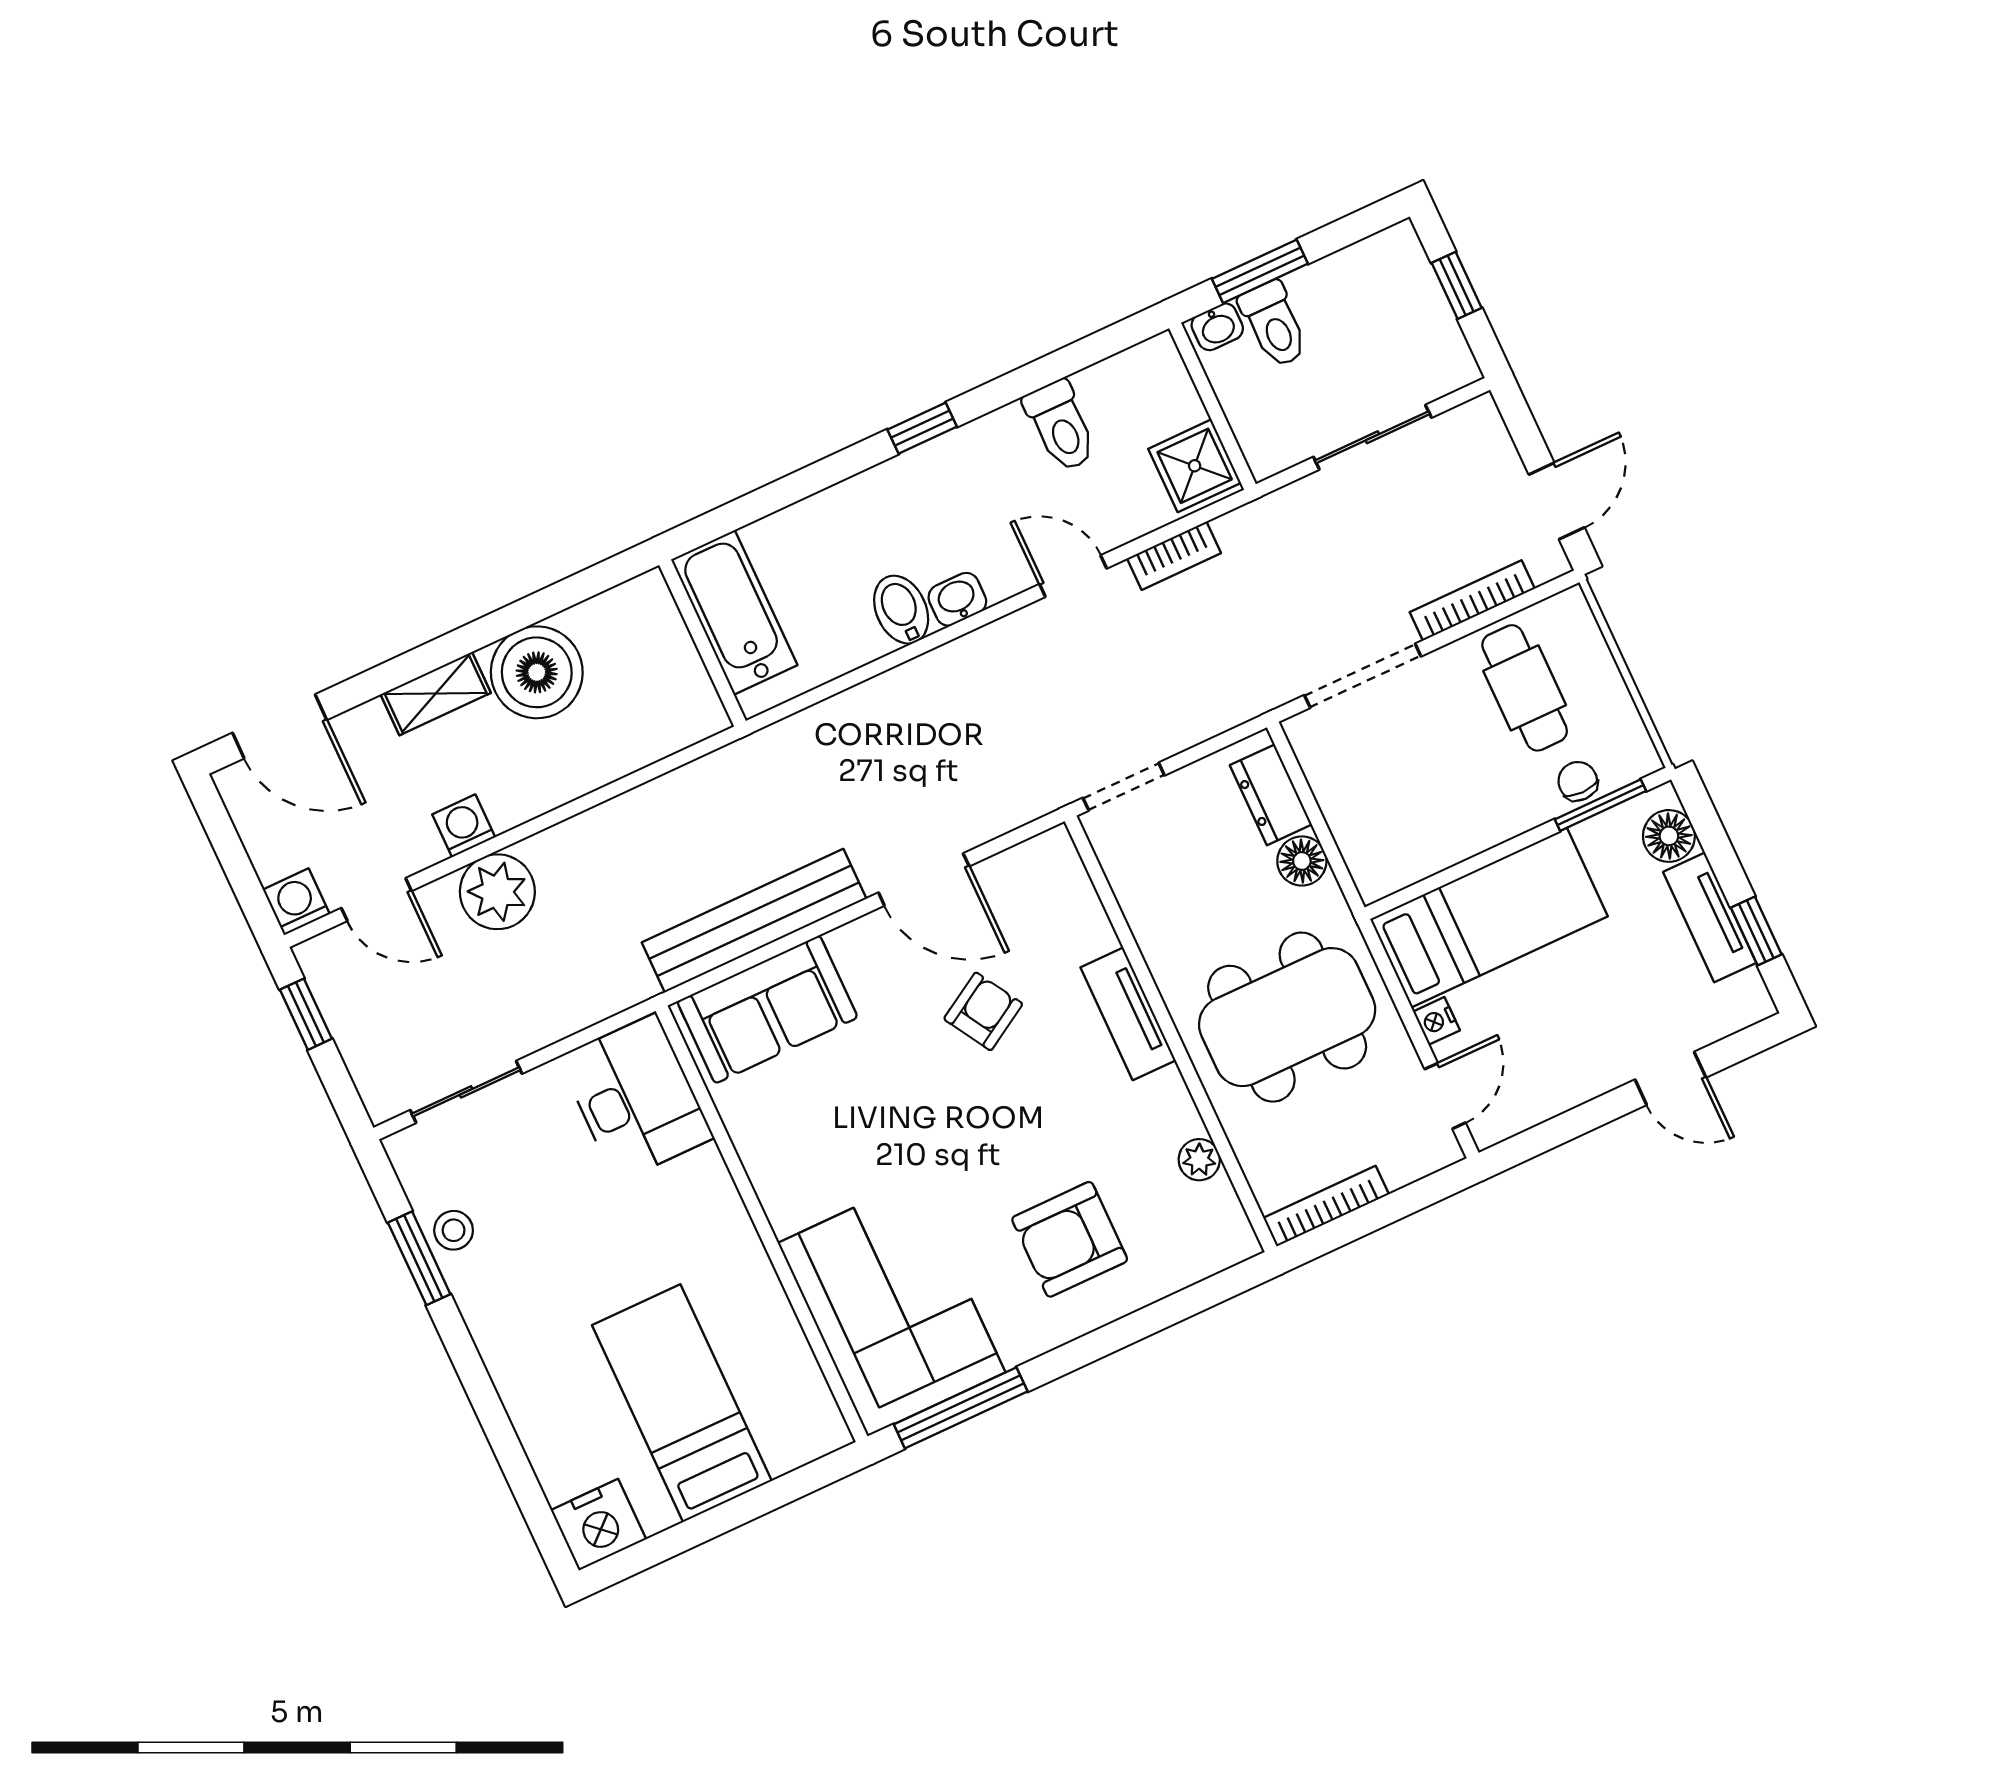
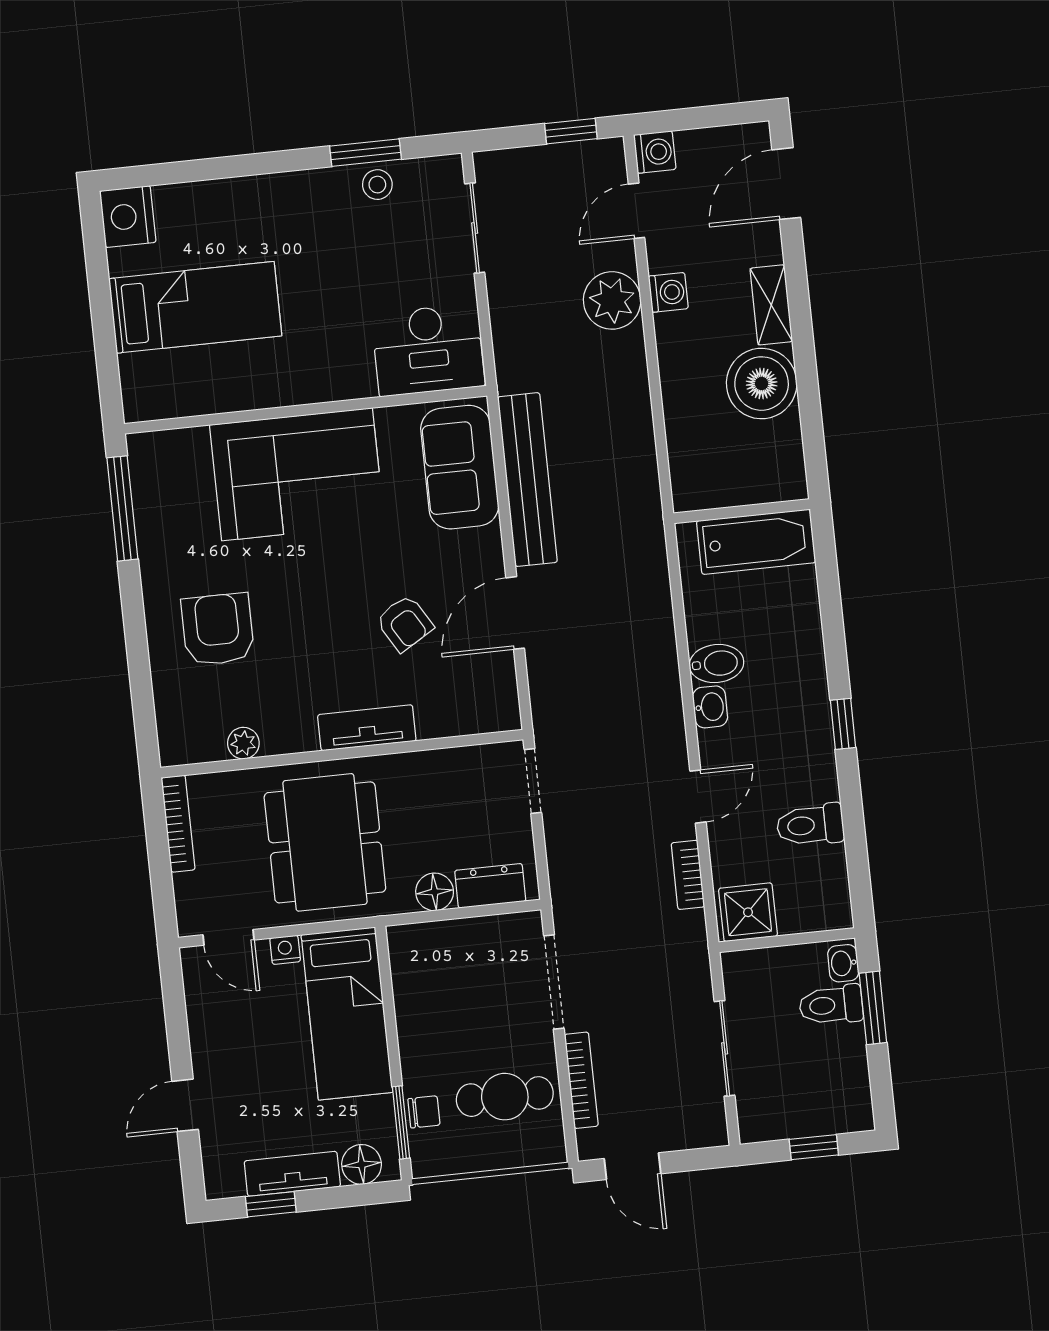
corner sofa: (892, 1308) -> (297, 474), moved

